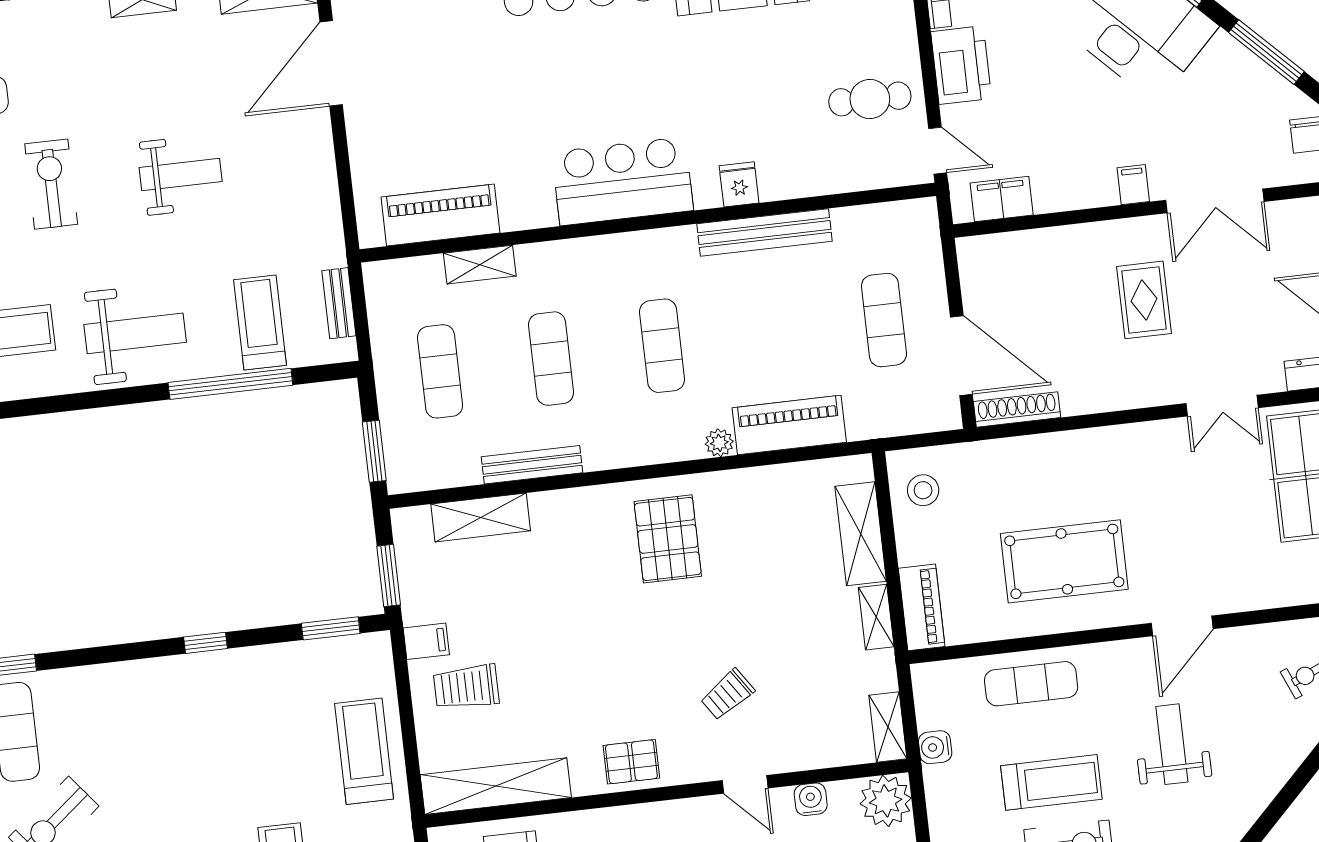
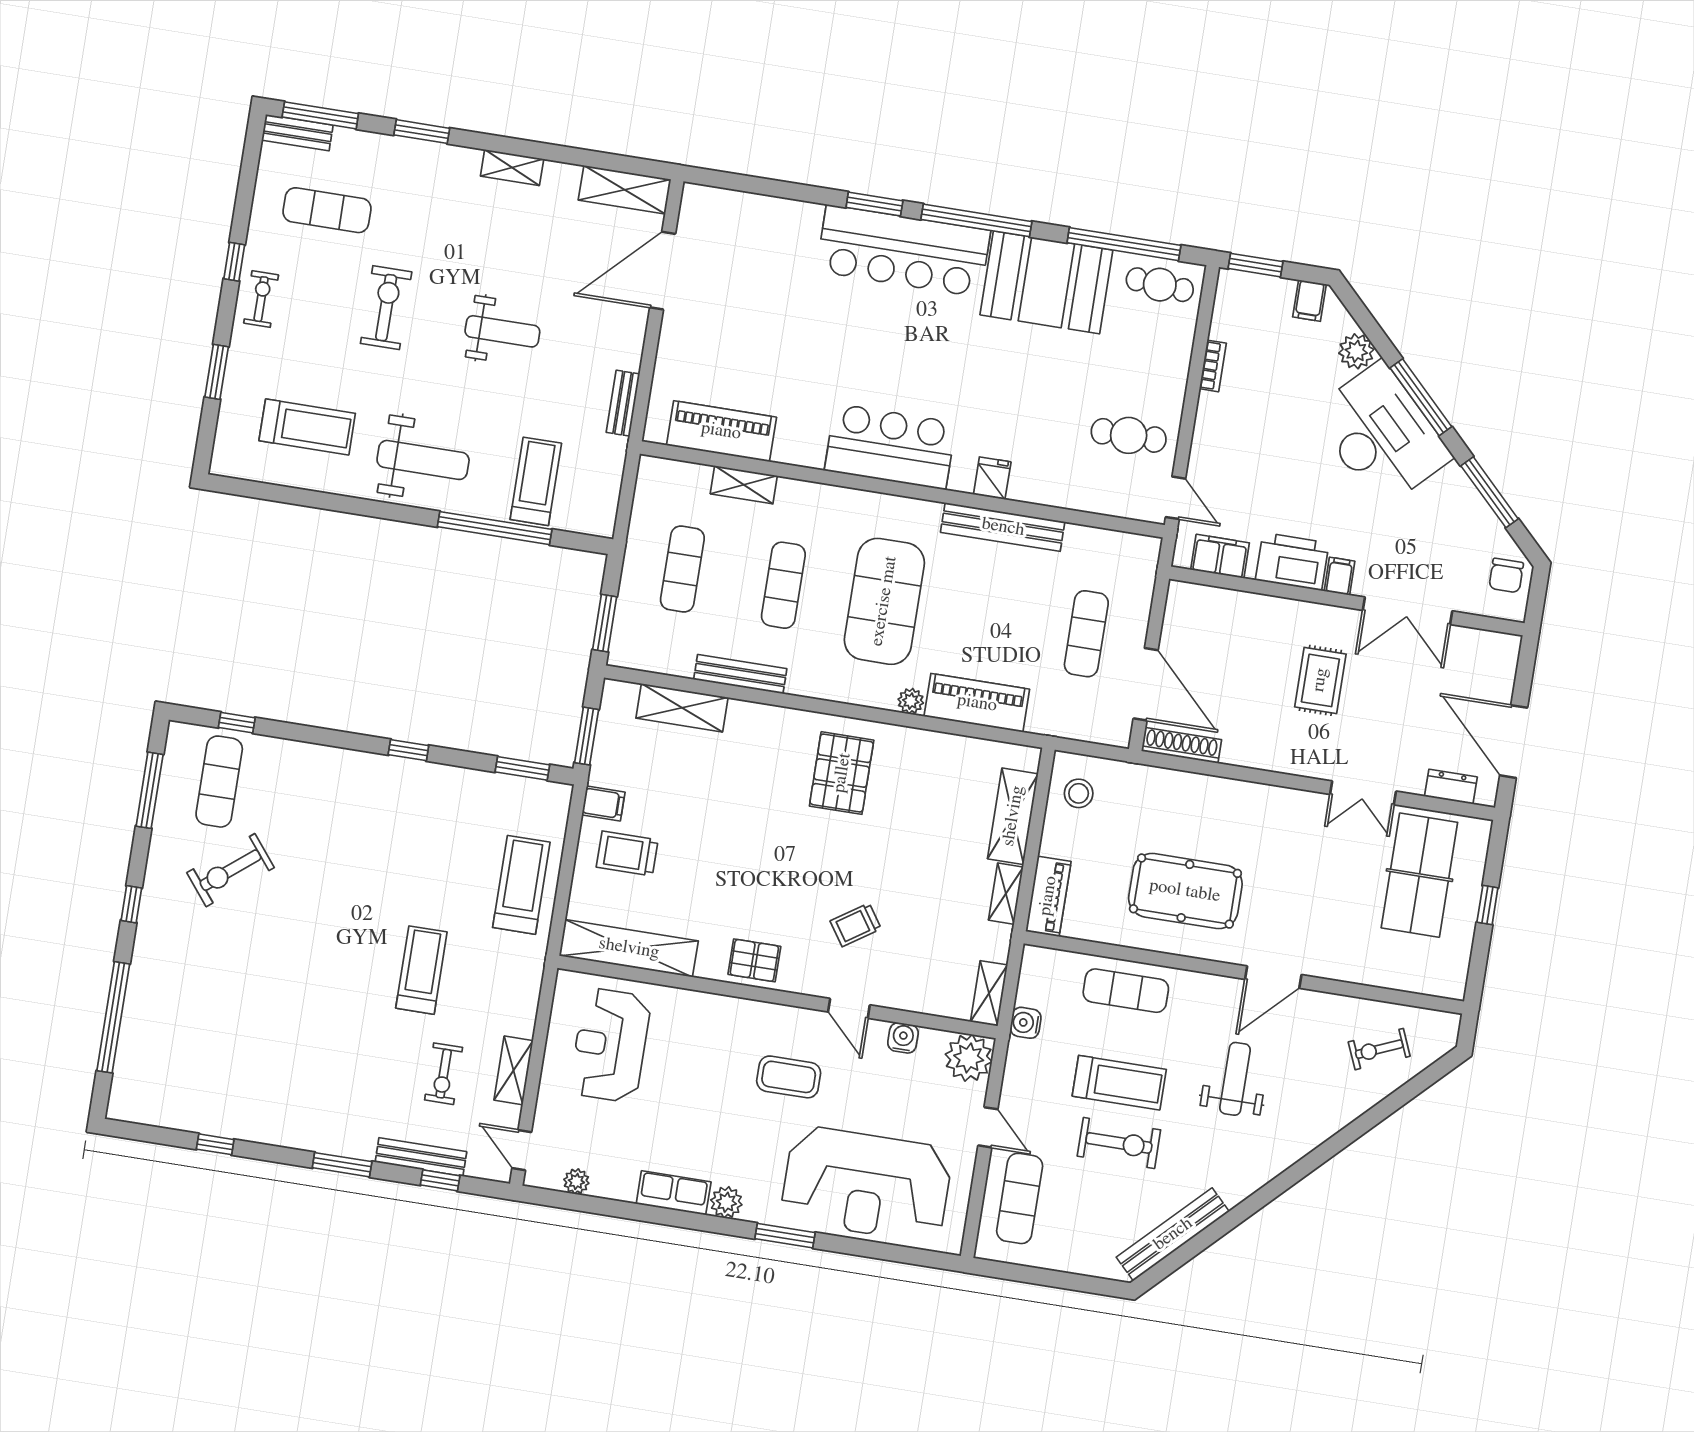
printer: (961, 65) -> (1292, 562), moved, turned -90
bench: (339, 303) -> (623, 403), moved
exercise mat: (662, 346) -> (884, 601), width x2.00, depth x1.45

